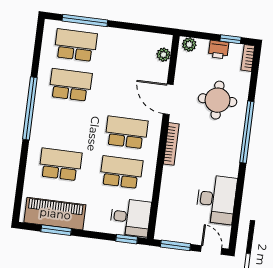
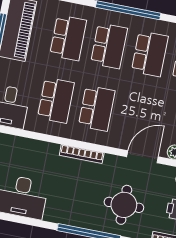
door: (168, 99) -> (143, 157), moved
school desk: (65, 125) -> (109, 46), added

